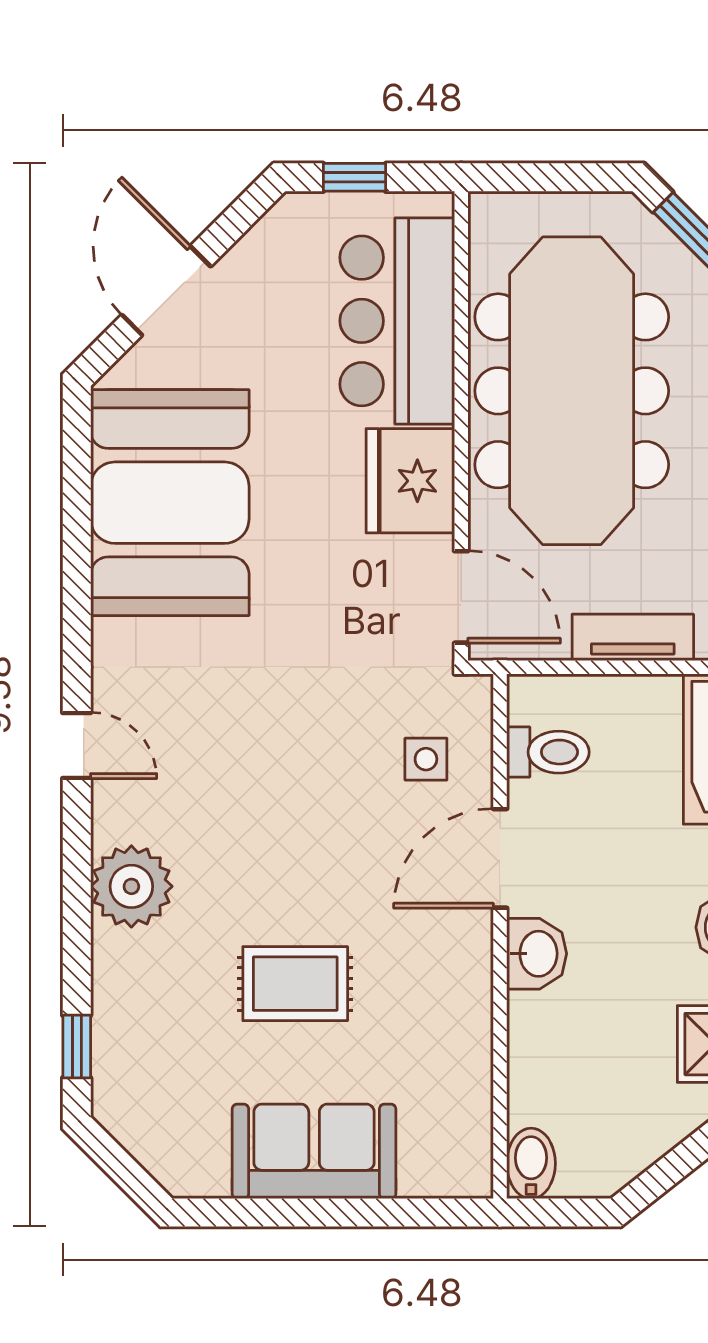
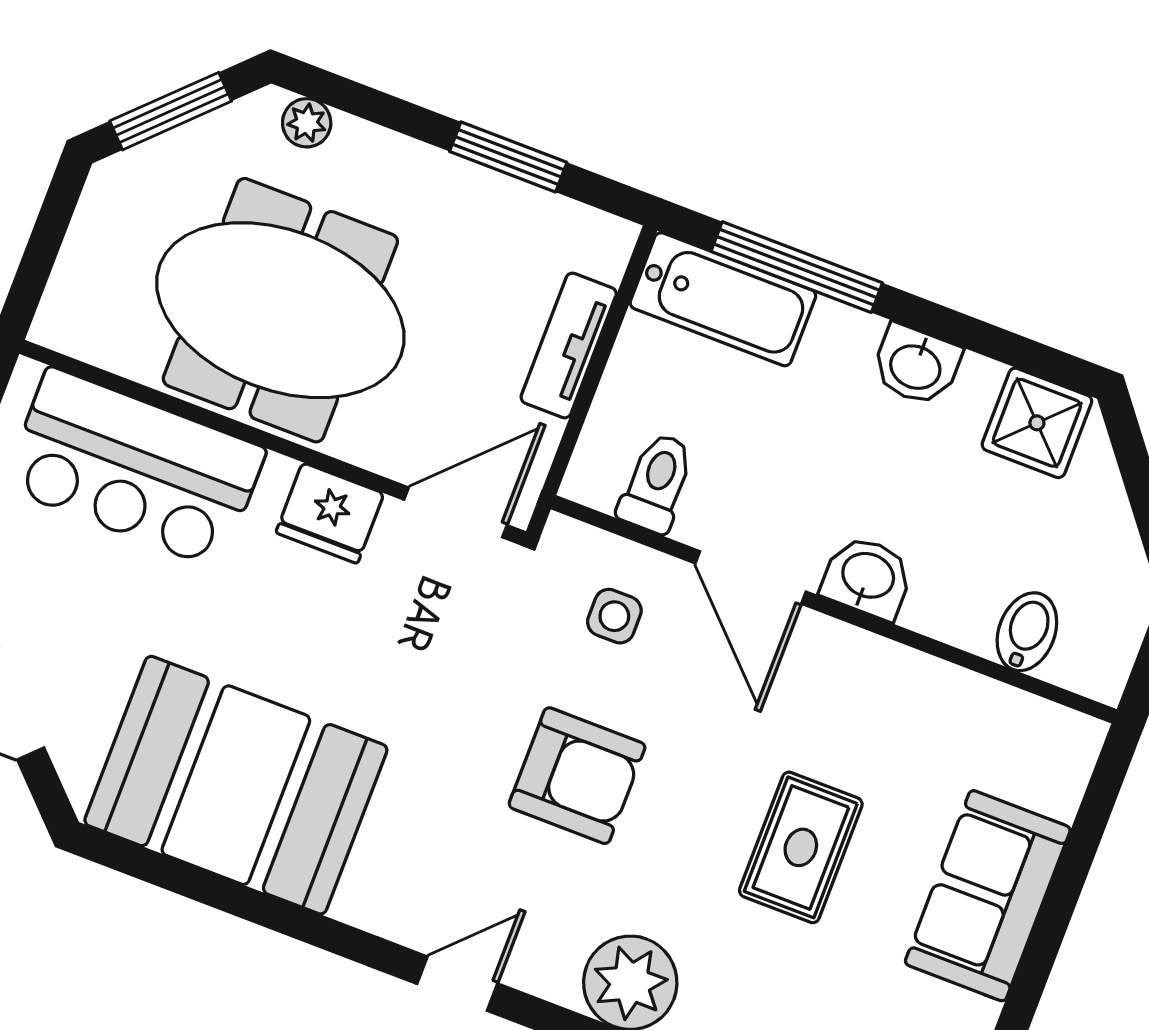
meeting table: (572, 391) -> (280, 310), width x0.73
fridge: (410, 481) -> (330, 513), width x0.73, depth x0.75
armchair: (284, 778) -> (577, 776), added
bidet: (531, 1163) -> (1027, 632), moved, turned 90

